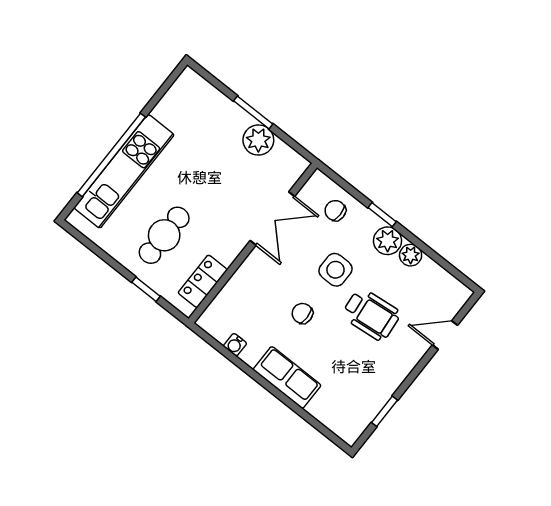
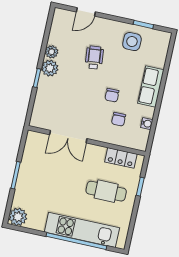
plant: (258, 140) -> (18, 217), moved
chair: (335, 211) -> (119, 119), moved
double door: (272, 218) -> (68, 137), swing flipped
side table: (335, 270) -> (132, 42), moved
wheelchair: (371, 314) -> (94, 58), width x0.73, depth x0.73
door: (445, 335) -> (86, 12), hinge flipped

